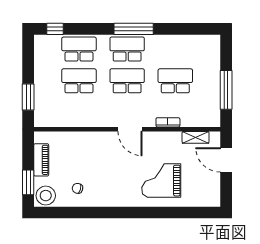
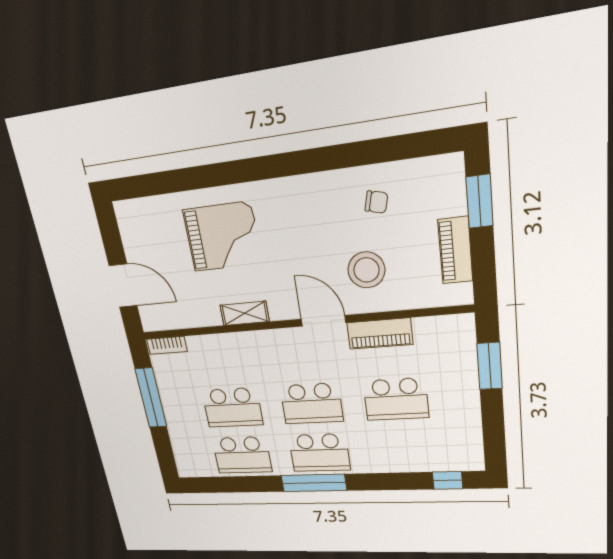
school desk: (79, 49) -> (242, 455), moved
piano: (84, 119) -> (380, 334), added
bookcase: (168, 122) -> (167, 345), moved
door: (130, 129) -> (323, 321), moved
shelving: (196, 137) -> (245, 313), moved
stool: (46, 196) -> (366, 270), moved

